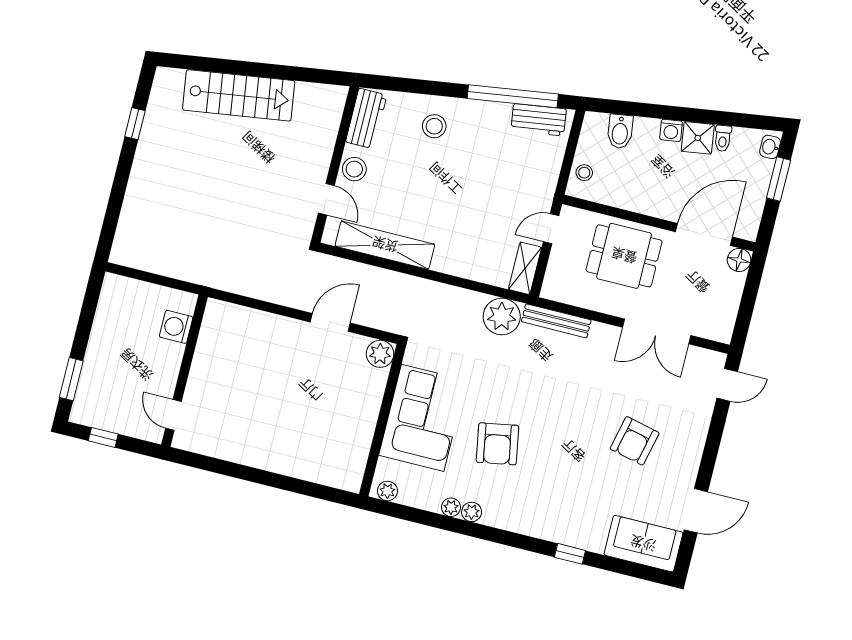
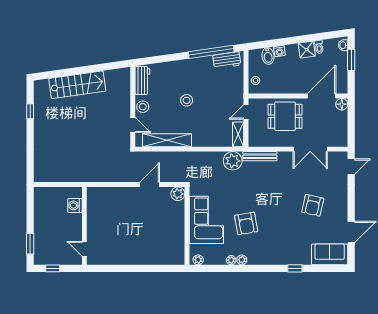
stool: (434, 126) -> (187, 100), moved
washing machine: (671, 130) -> (279, 51), moved

